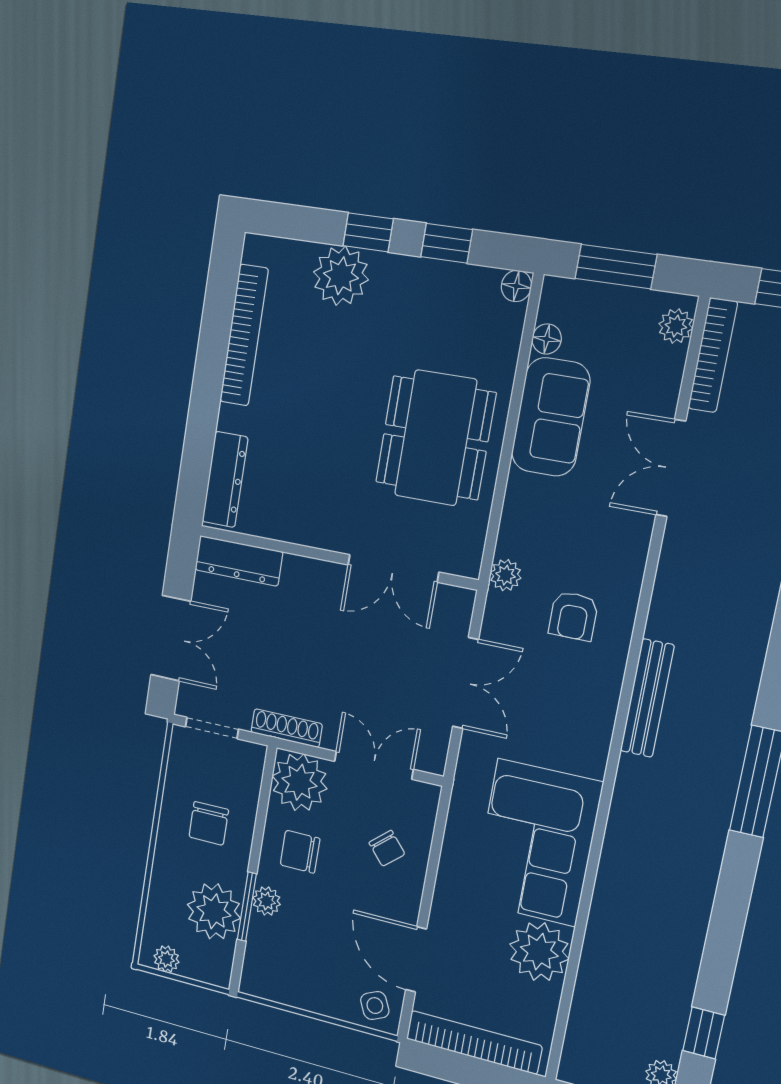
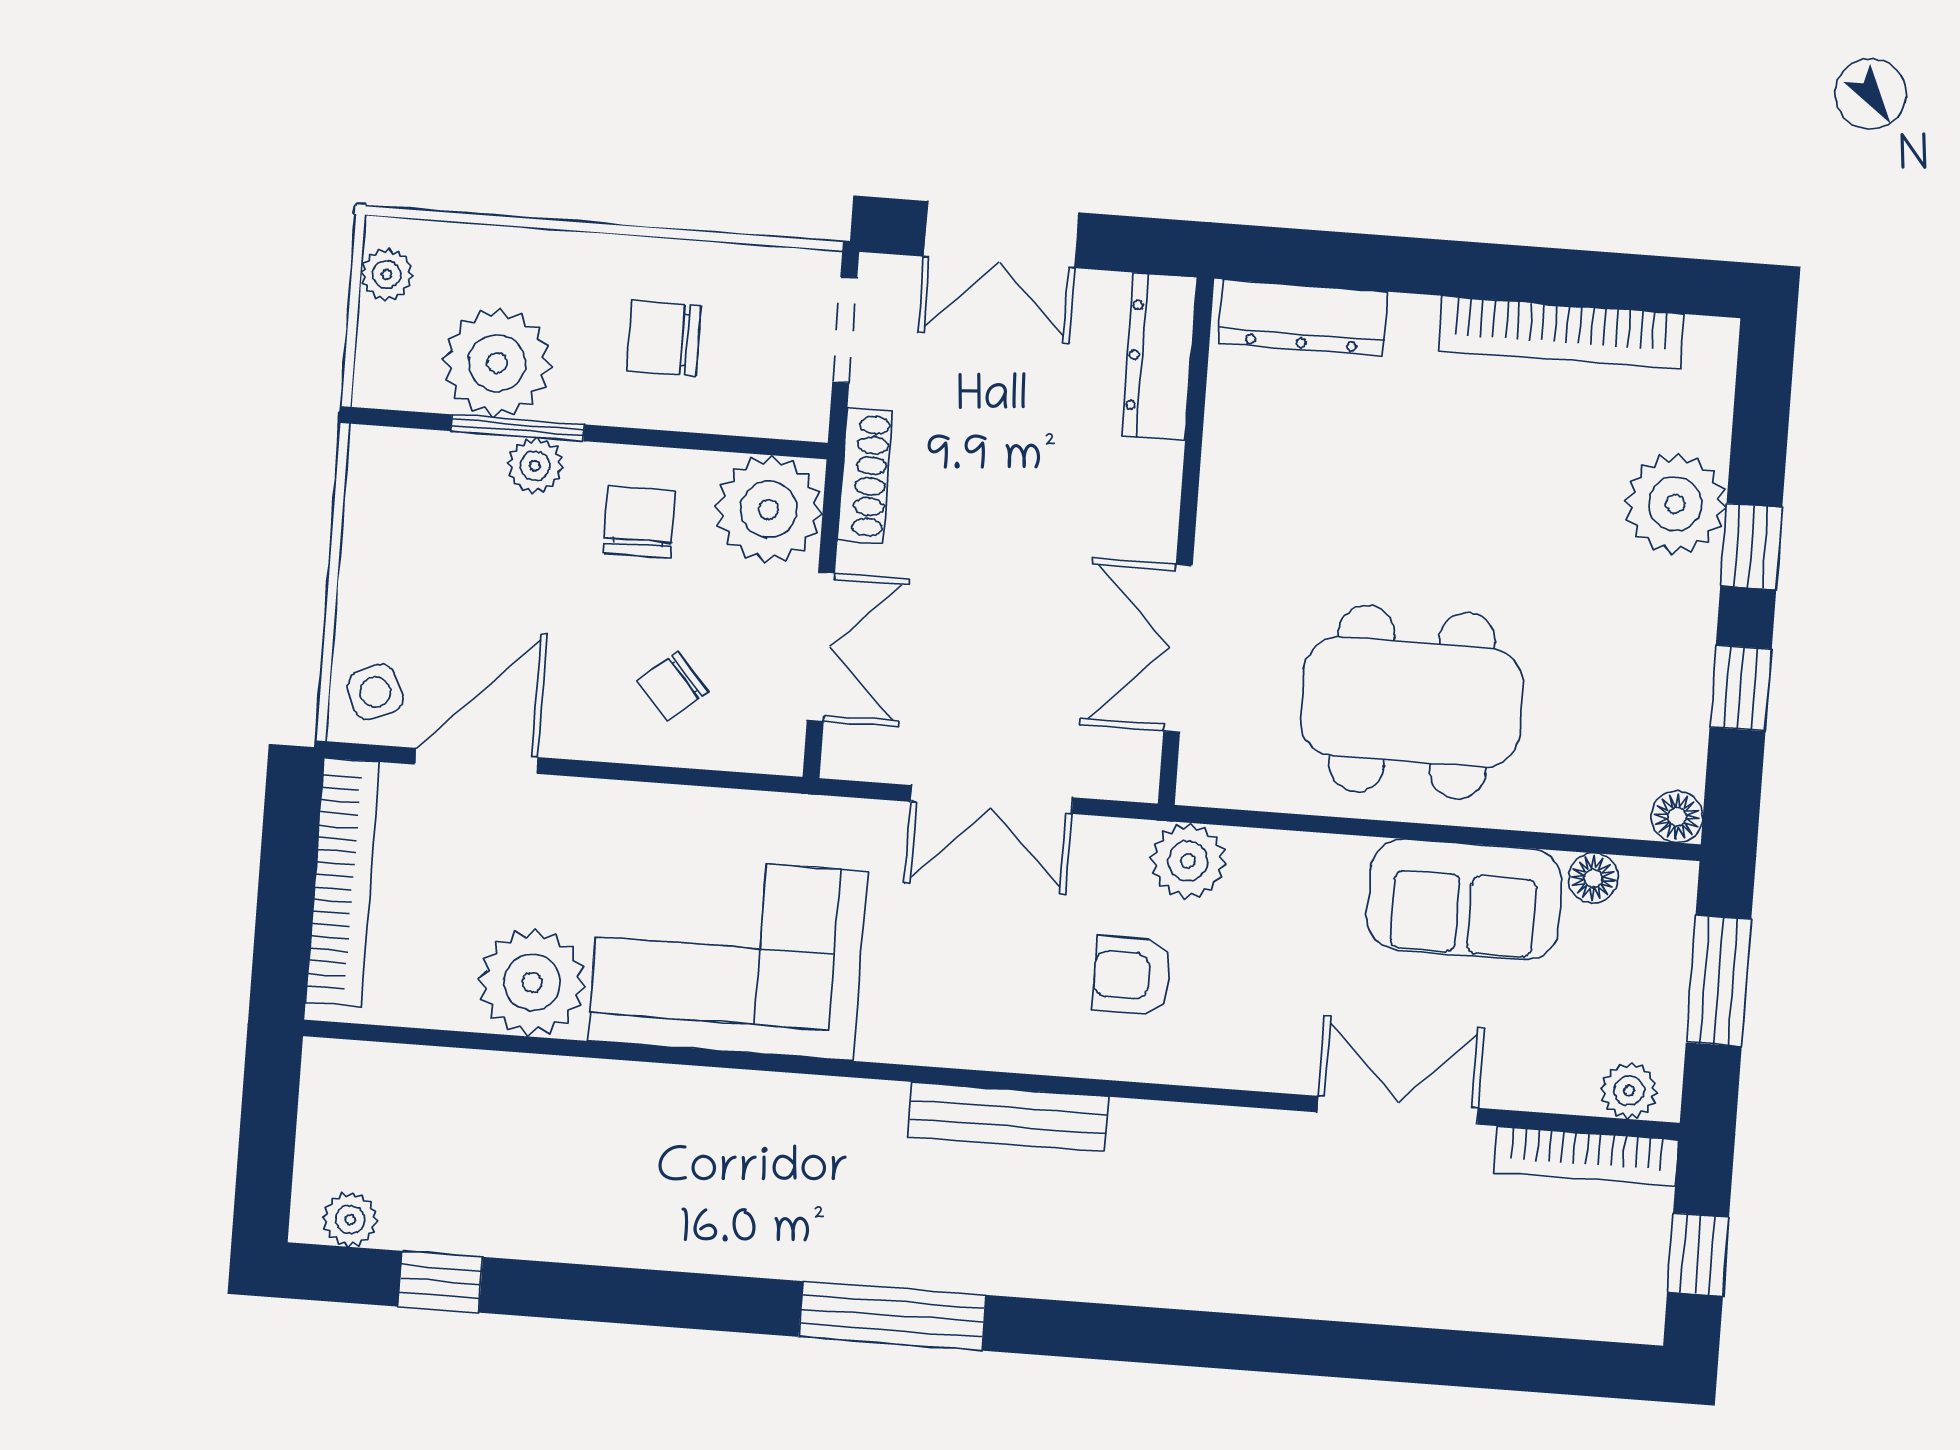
plant: (506, 575) -> (1188, 861), width x1.38, depth x1.38

